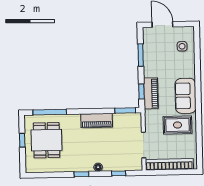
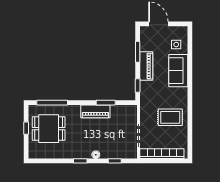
piano: (151, 93) -> (146, 66), moved
sofa: (186, 96) -> (178, 71), moved
window: (125, 110) -> (106, 103), moved
dining table: (47, 140) -> (49, 129), turned 90

